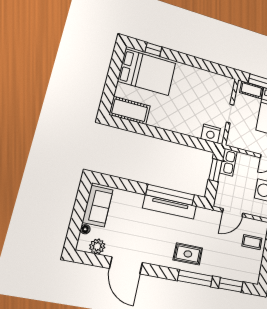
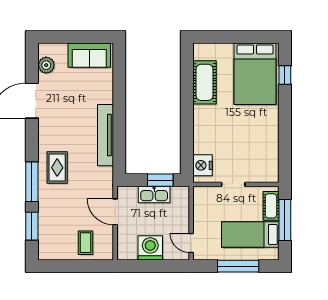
cot: (130, 110) -> (204, 82), moved
kitchen sink: (228, 162) -> (154, 194), moved
window: (170, 195) -> (119, 133), removed
floor lamp: (85, 229) -> (62, 48), removed

